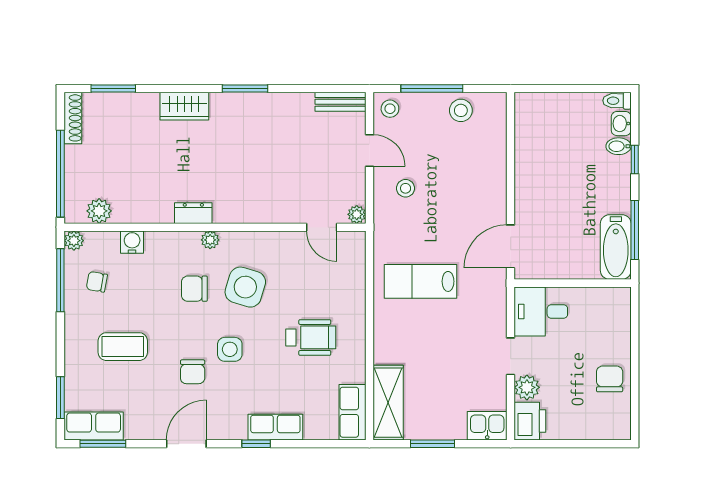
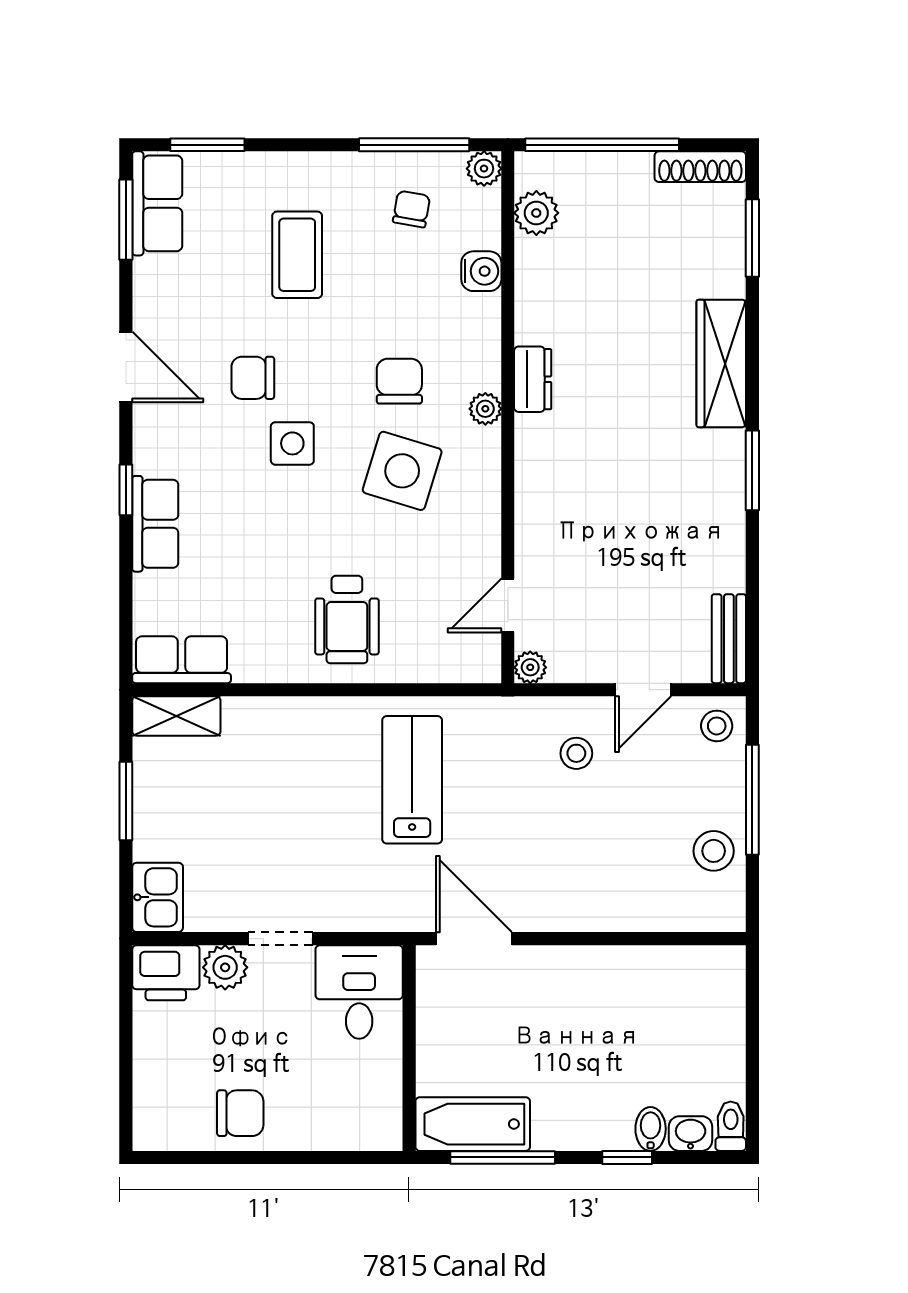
wardrobe: (184, 106) -> (721, 363), width x1.50
wheelchair: (311, 337) -> (347, 619), moved
shelving: (388, 403) -> (176, 716), width x0.67, depth x0.75

